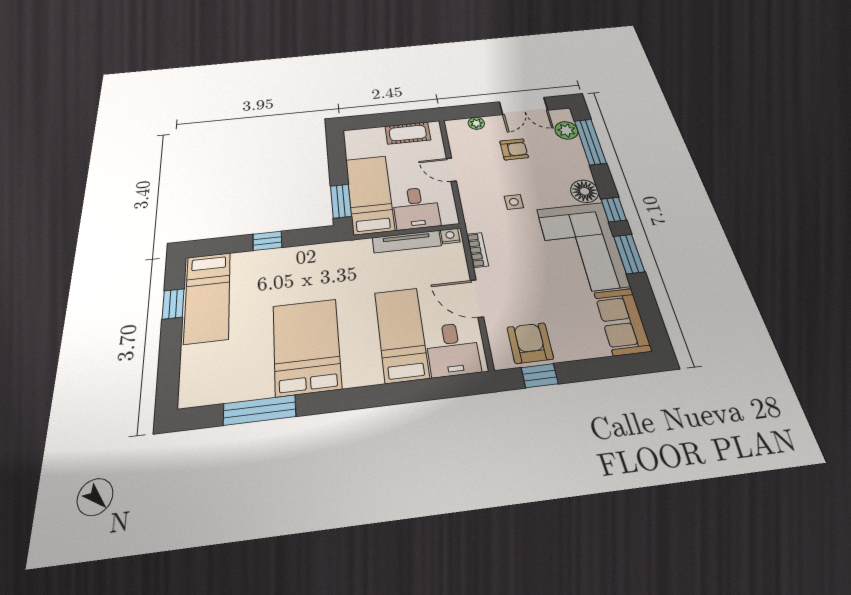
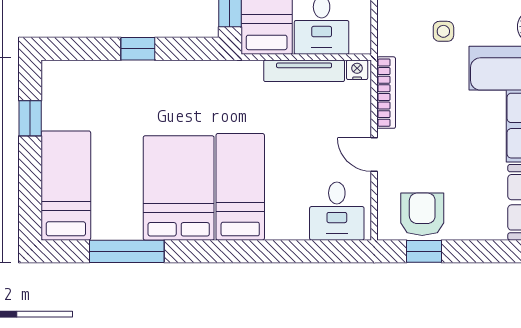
bookcase: (477, 250) -> (386, 93), width x1.56
bed: (208, 297) -> (66, 186), moved, turned 180
door: (477, 298) -> (374, 154), width x0.73
bed: (401, 334) -> (240, 187), moved

